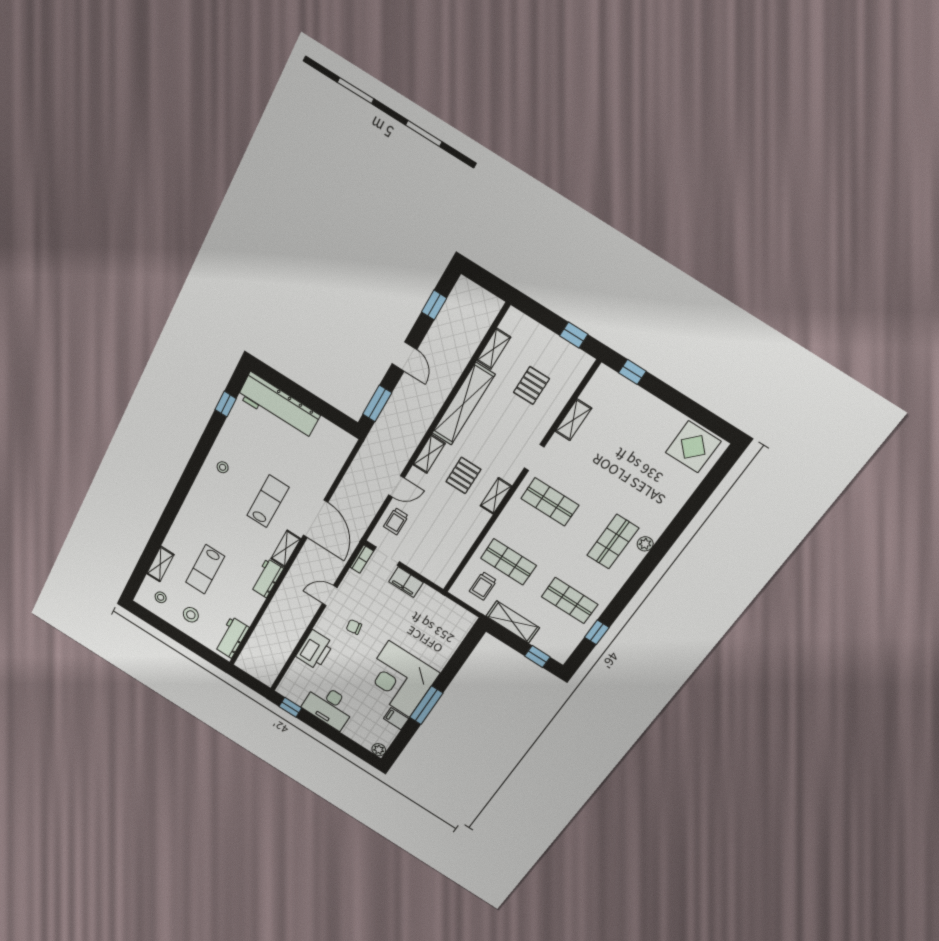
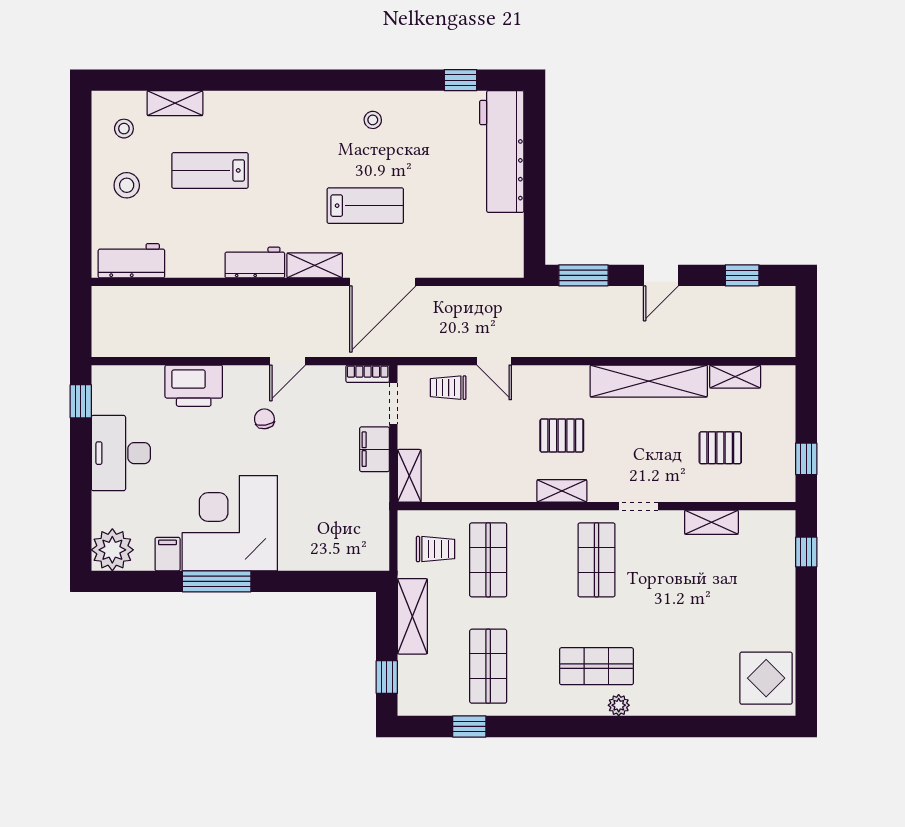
shelving: (429, 454) -> (409, 476), moved, turned 90
trolley: (483, 586) -> (436, 549), turned 180
door: (330, 596) -> (288, 361), swing flipped
plant: (379, 750) -> (112, 550), width x1.87, depth x1.87

